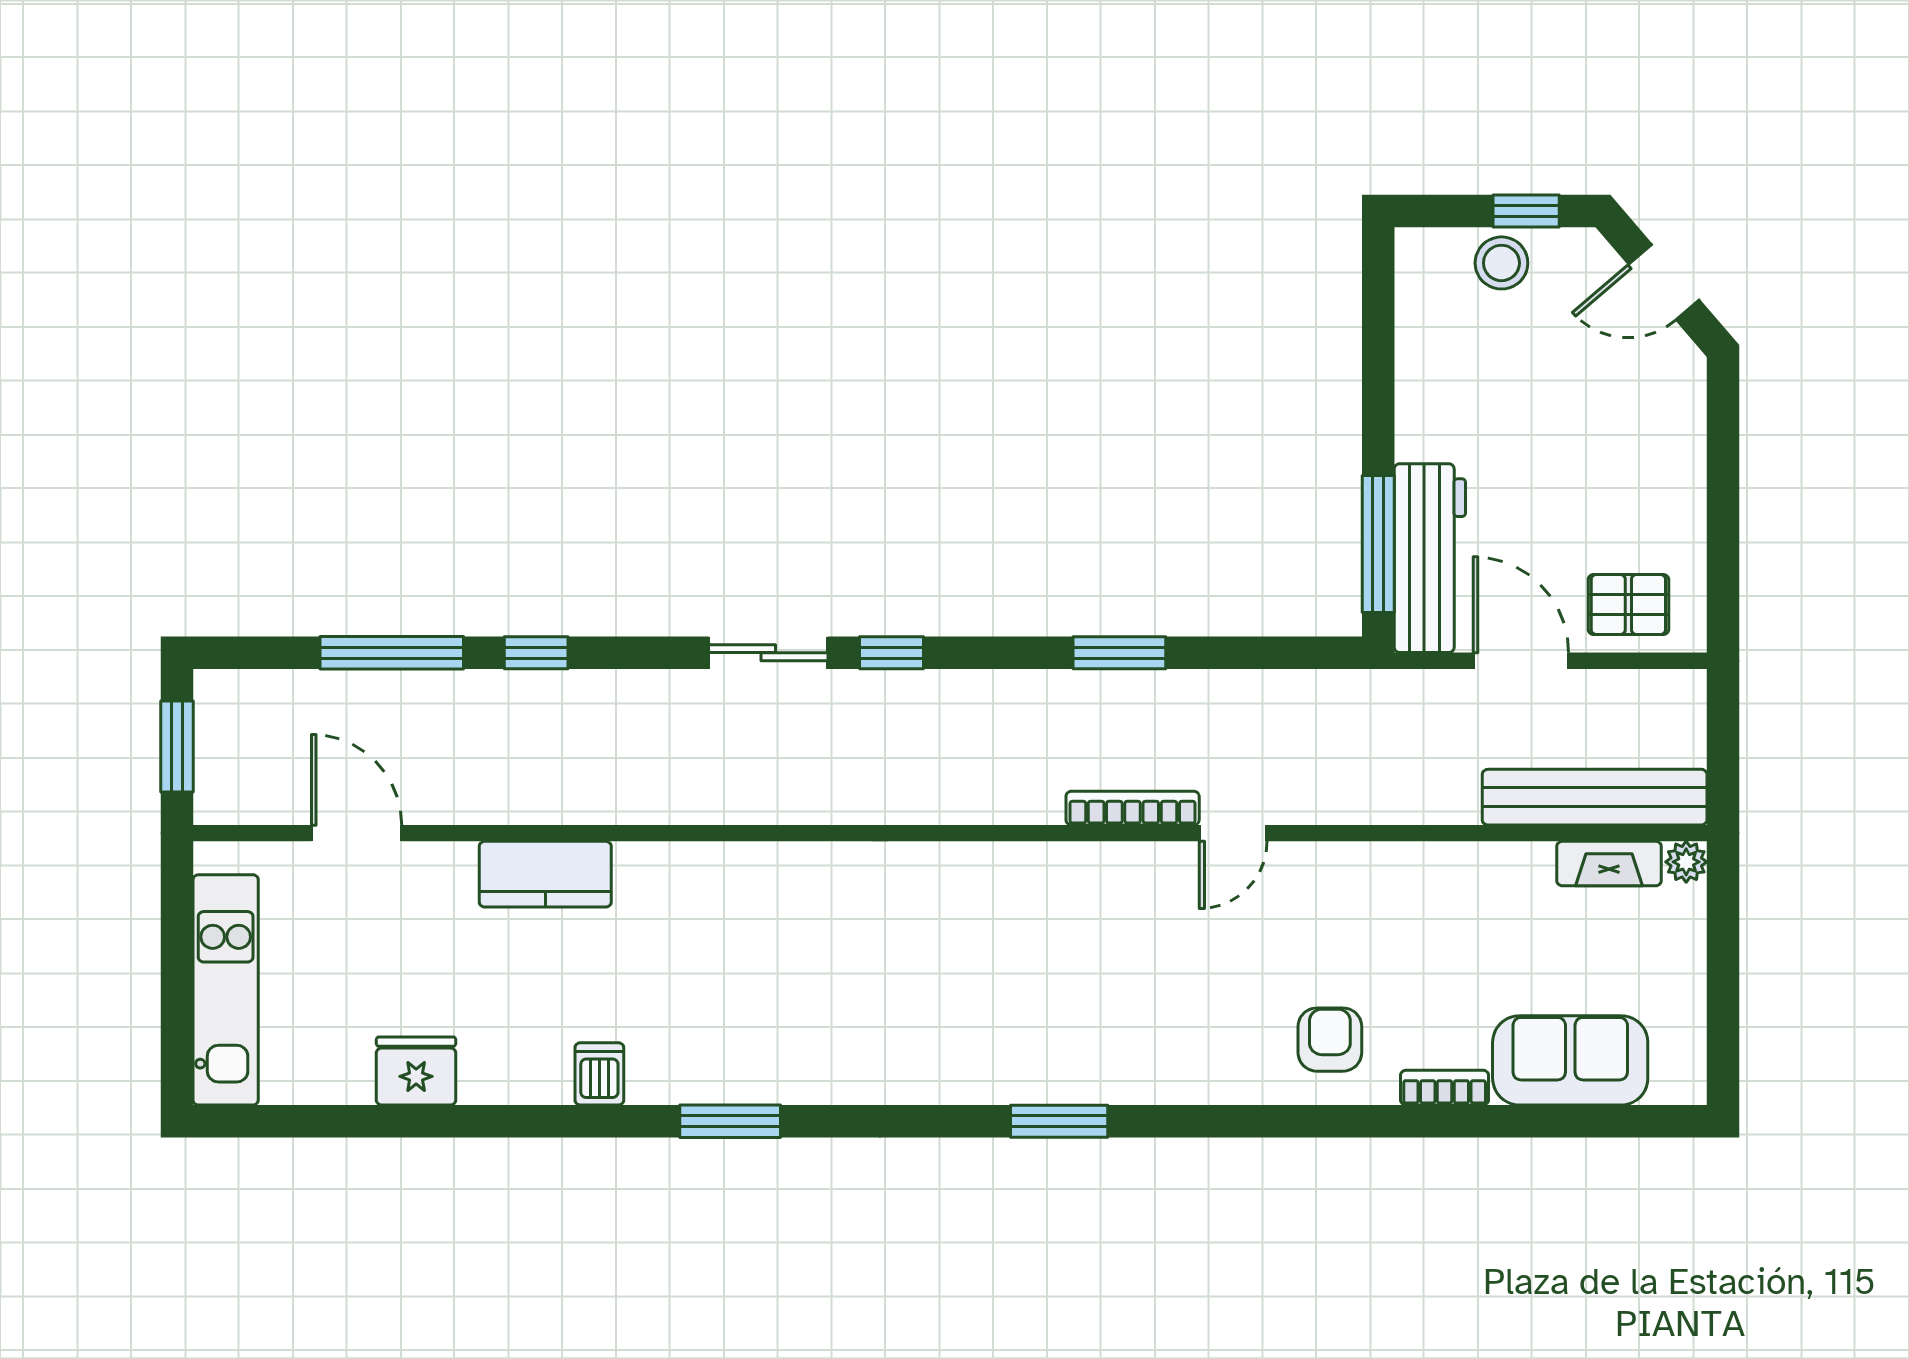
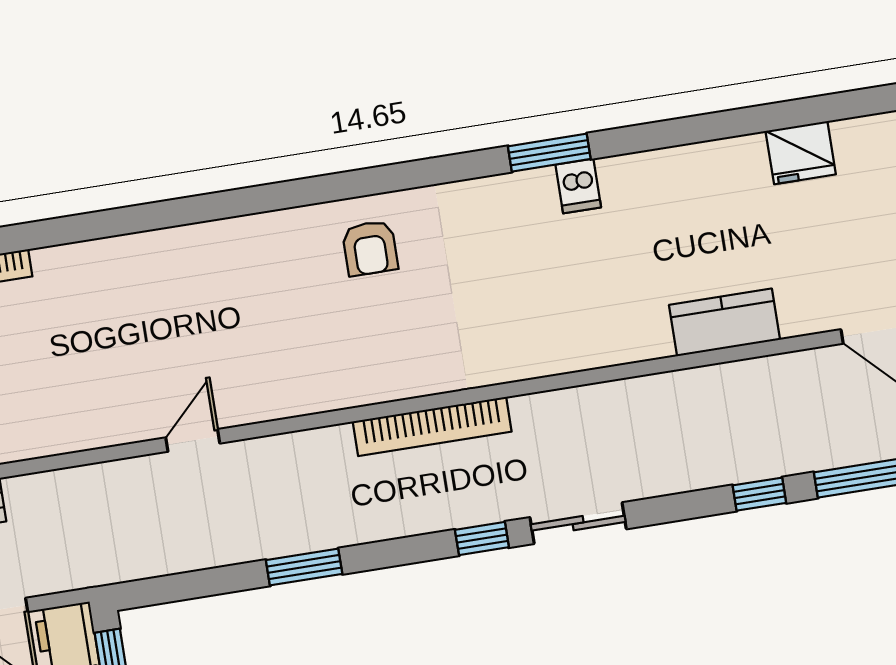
bookcase: (1133, 808) -> (432, 426), moved, width x1.48, depth x1.31
armchair: (1330, 1040) -> (370, 248), moved
dishwasher: (599, 1074) -> (578, 186), moved
window: (1059, 1121) -> (293, 194), removed

